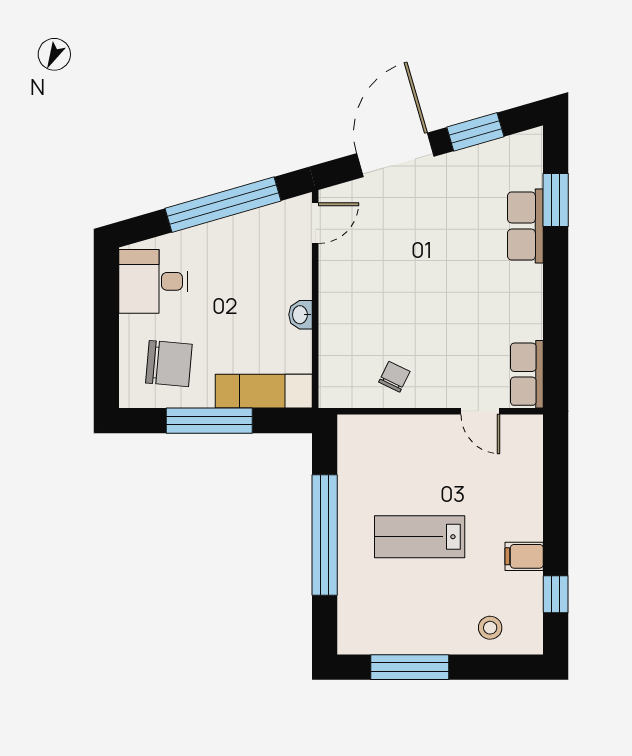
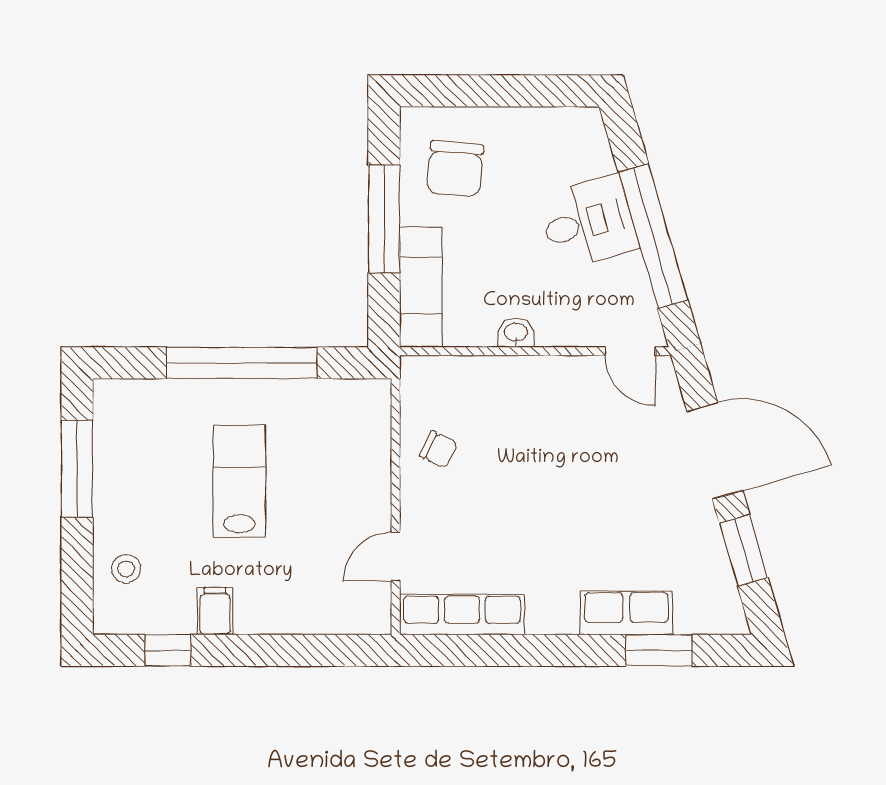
desk: (153, 281) -> (588, 222), moved, turned 74
row of seats: (527, 374) -> (462, 615), width x1.48

